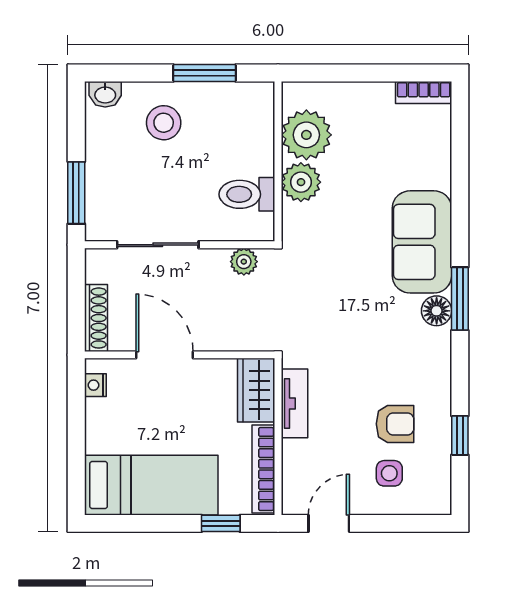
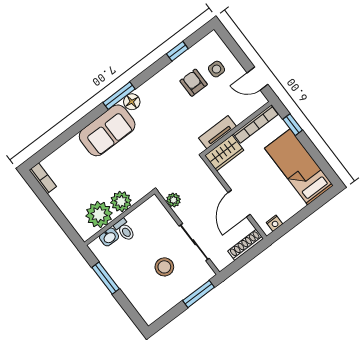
washbasin: (105, 94) -> (109, 237), moved, turned 90
stool: (164, 123) -> (164, 267), moved
toilet: (247, 194) -> (125, 230), moved, width x0.73, depth x0.72

